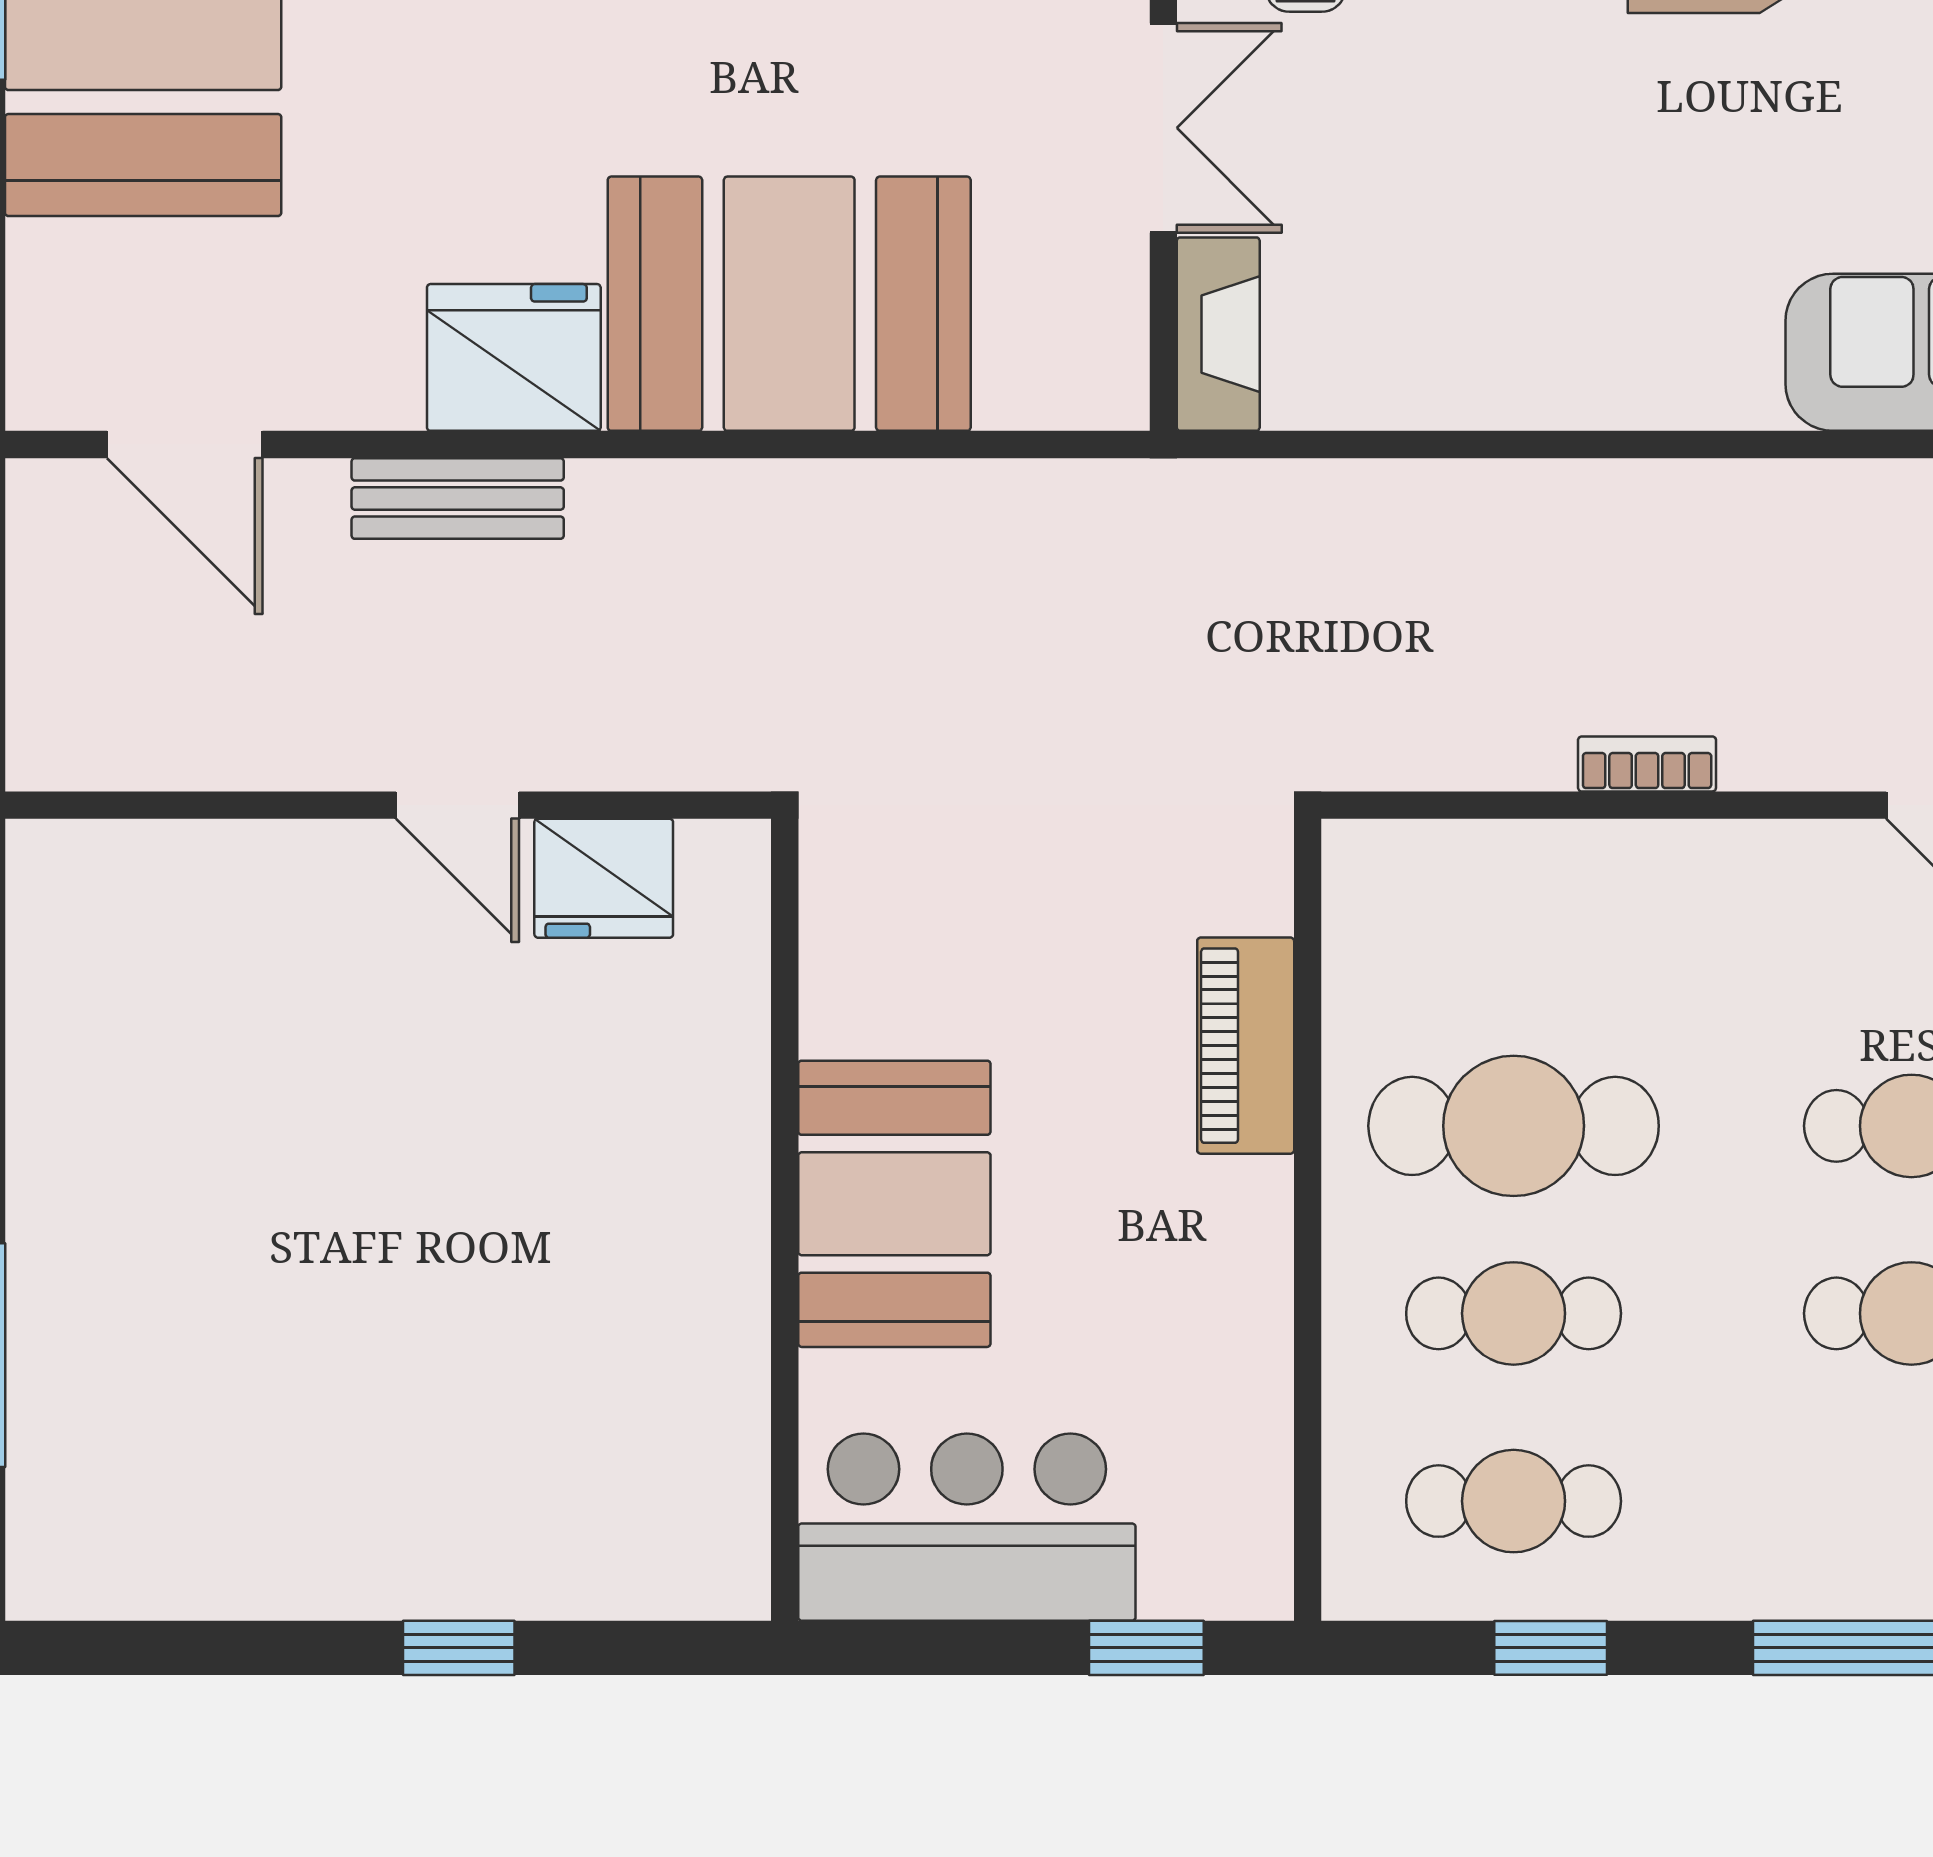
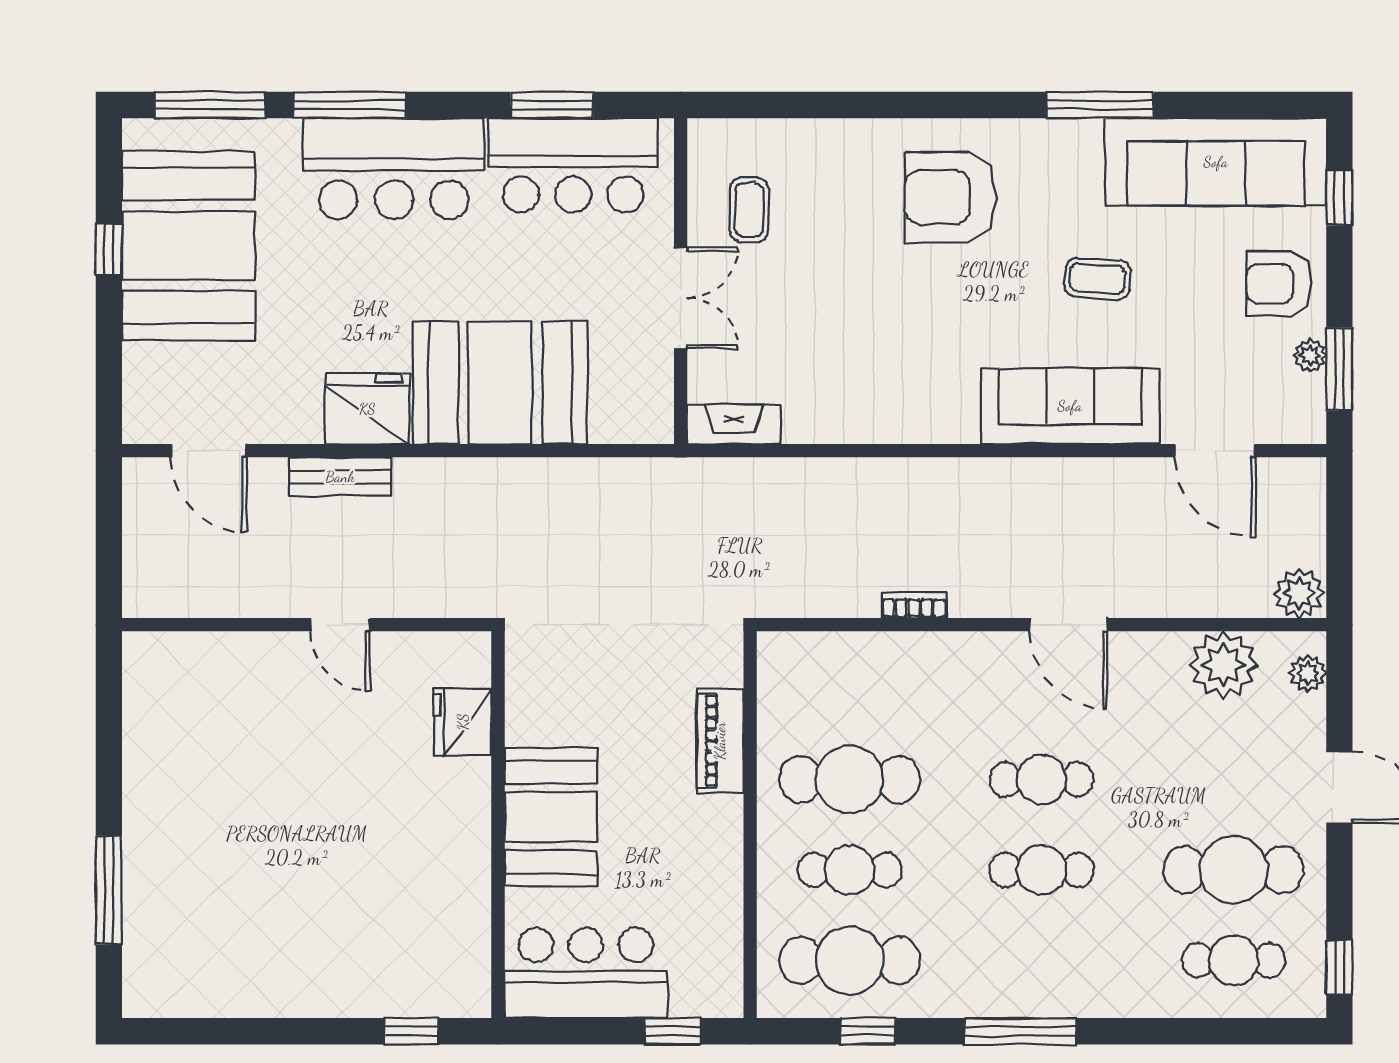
fireplace: (1218, 334) -> (734, 424), moved, turned -90
fridge: (604, 878) -> (463, 722), moved, turned 90
cafe table: (1514, 1501) -> (850, 960), width x1.37, depth x1.35
window: (459, 1648) -> (411, 1031), moved

